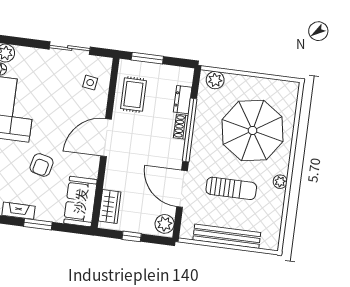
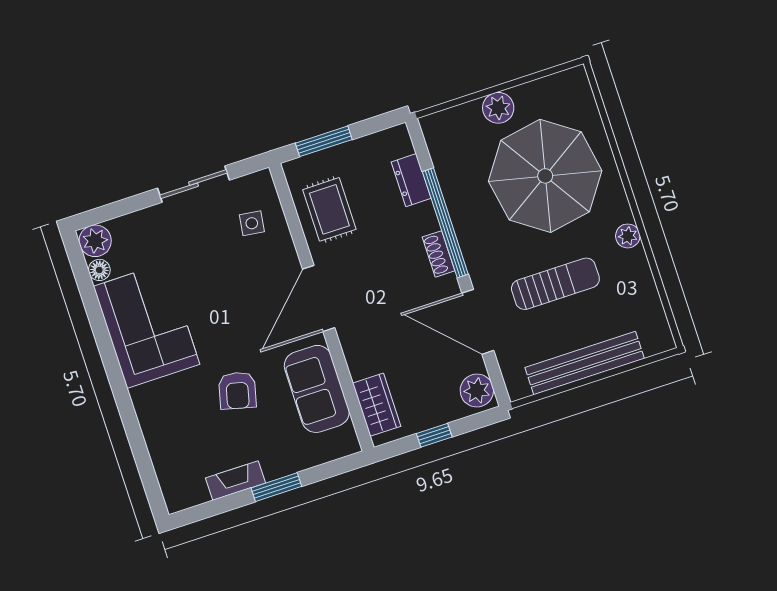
plant: (215, 80) -> (498, 108), moved
shoe rack: (181, 127) -> (439, 254), moved
sofa: (80, 201) -> (317, 389), moved

